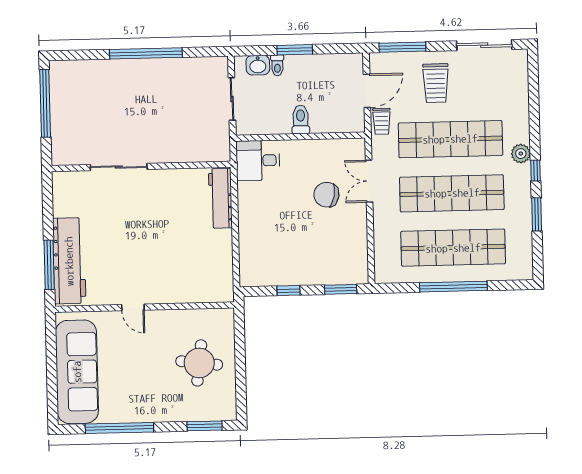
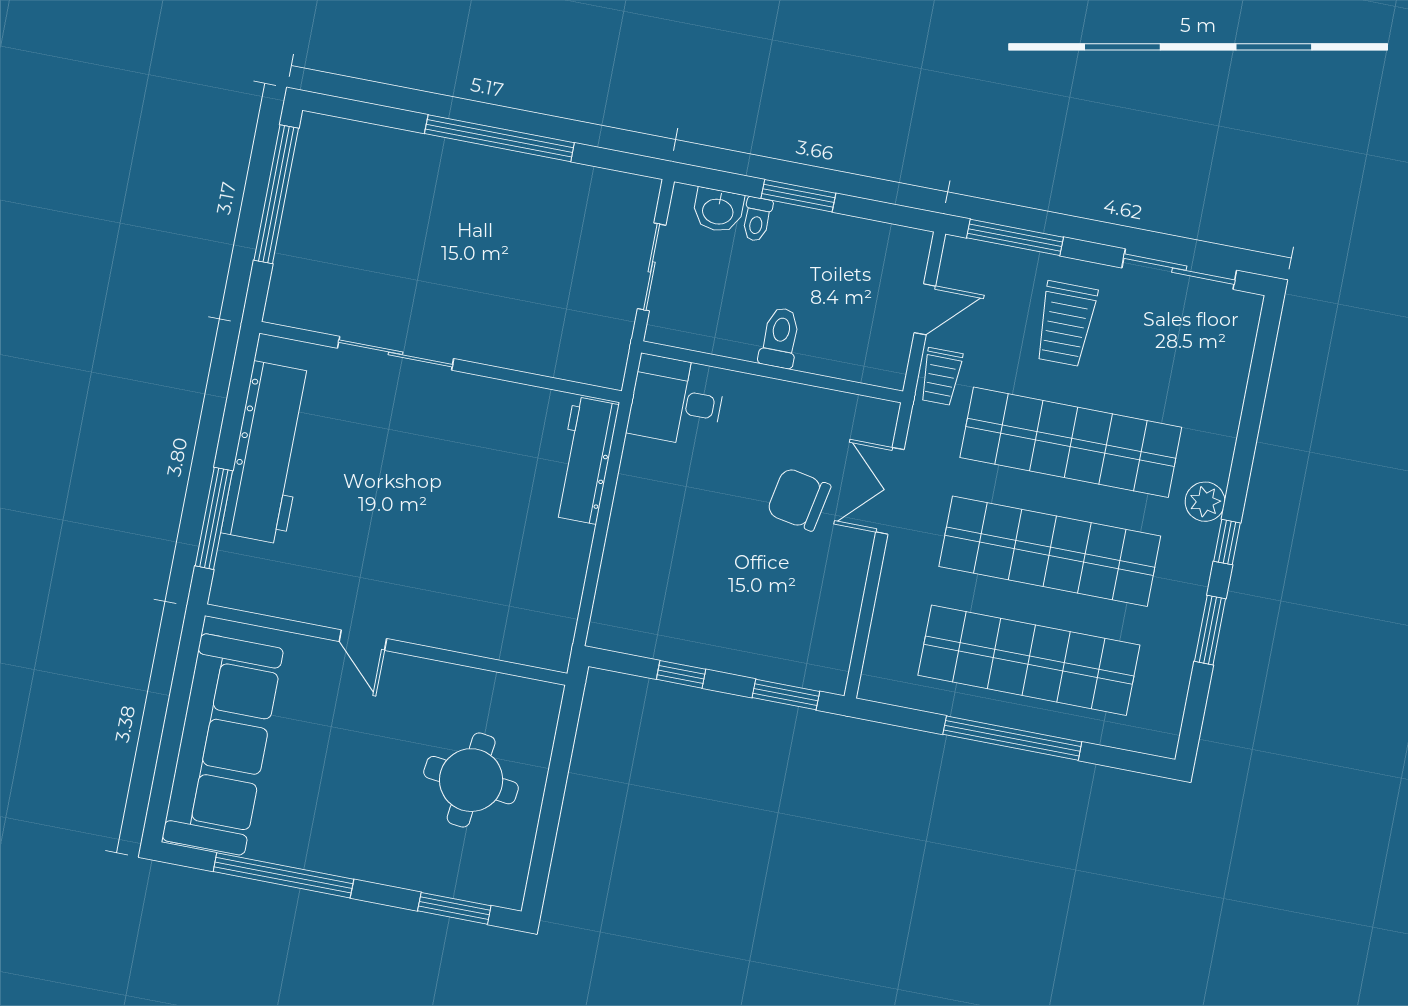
door: (367, 91) -> (925, 309), width x0.73
workbench: (69, 261) -> (269, 453), moved

